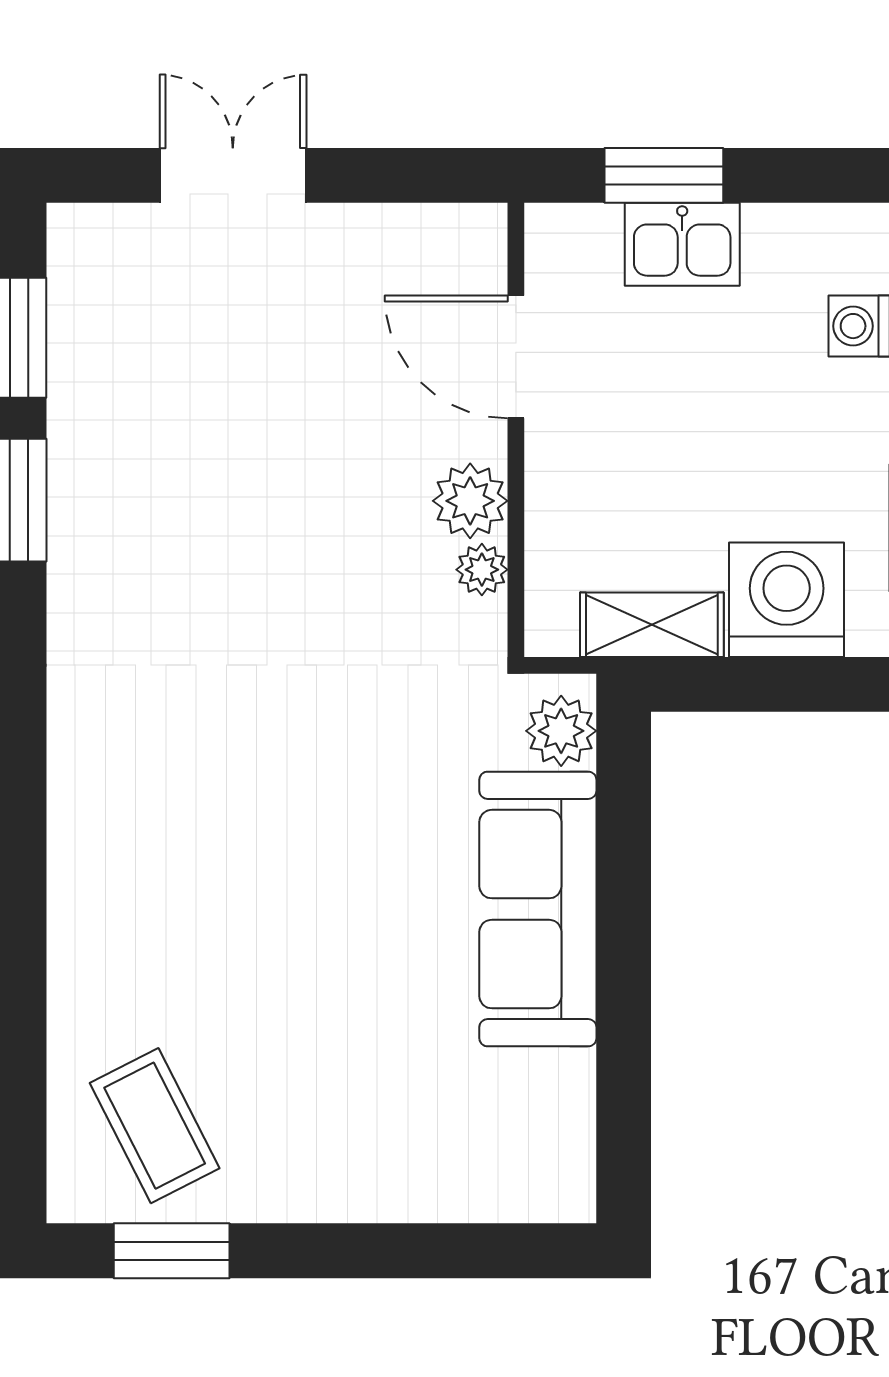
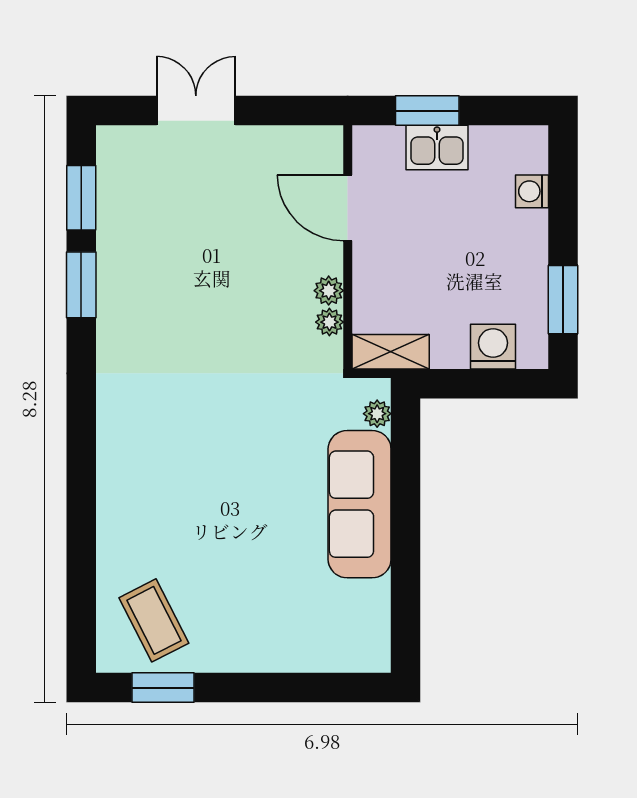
plant: (470, 501) -> (329, 291), width x0.73, depth x0.73
washing machine: (787, 600) -> (493, 347), width x0.73, depth x0.73
shelving: (652, 625) -> (391, 352), moved
plant: (561, 731) -> (377, 414), width x0.73, depth x0.73

